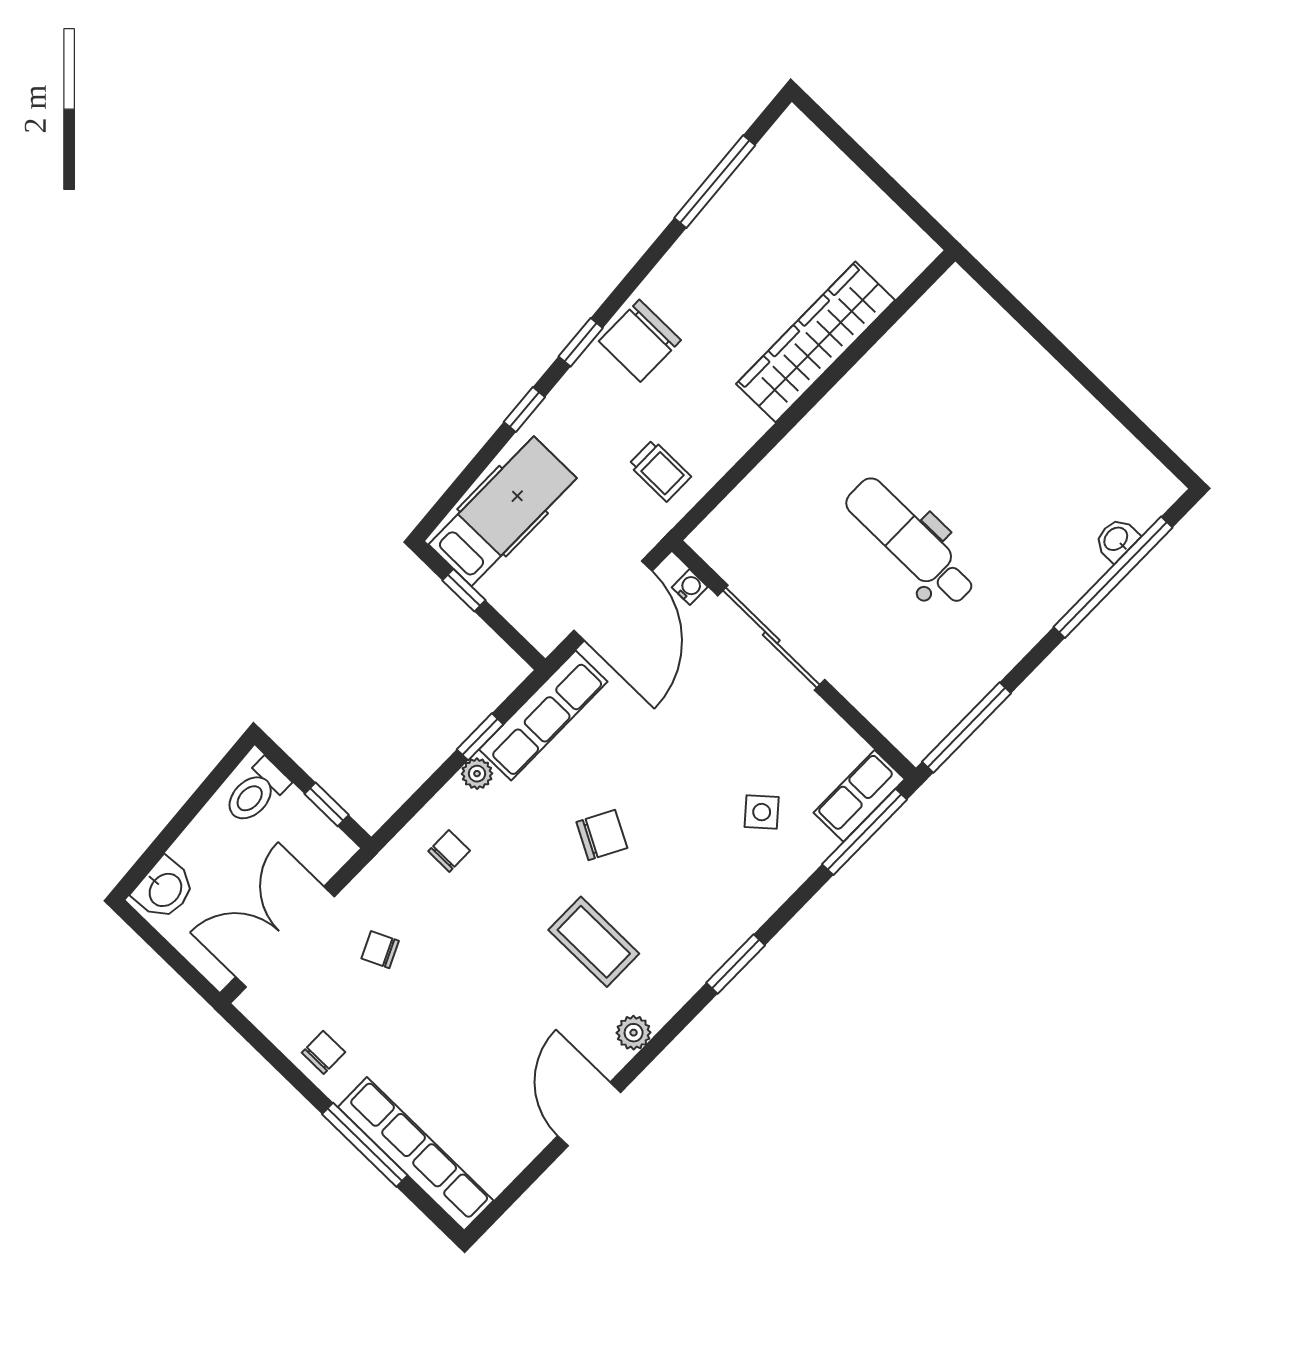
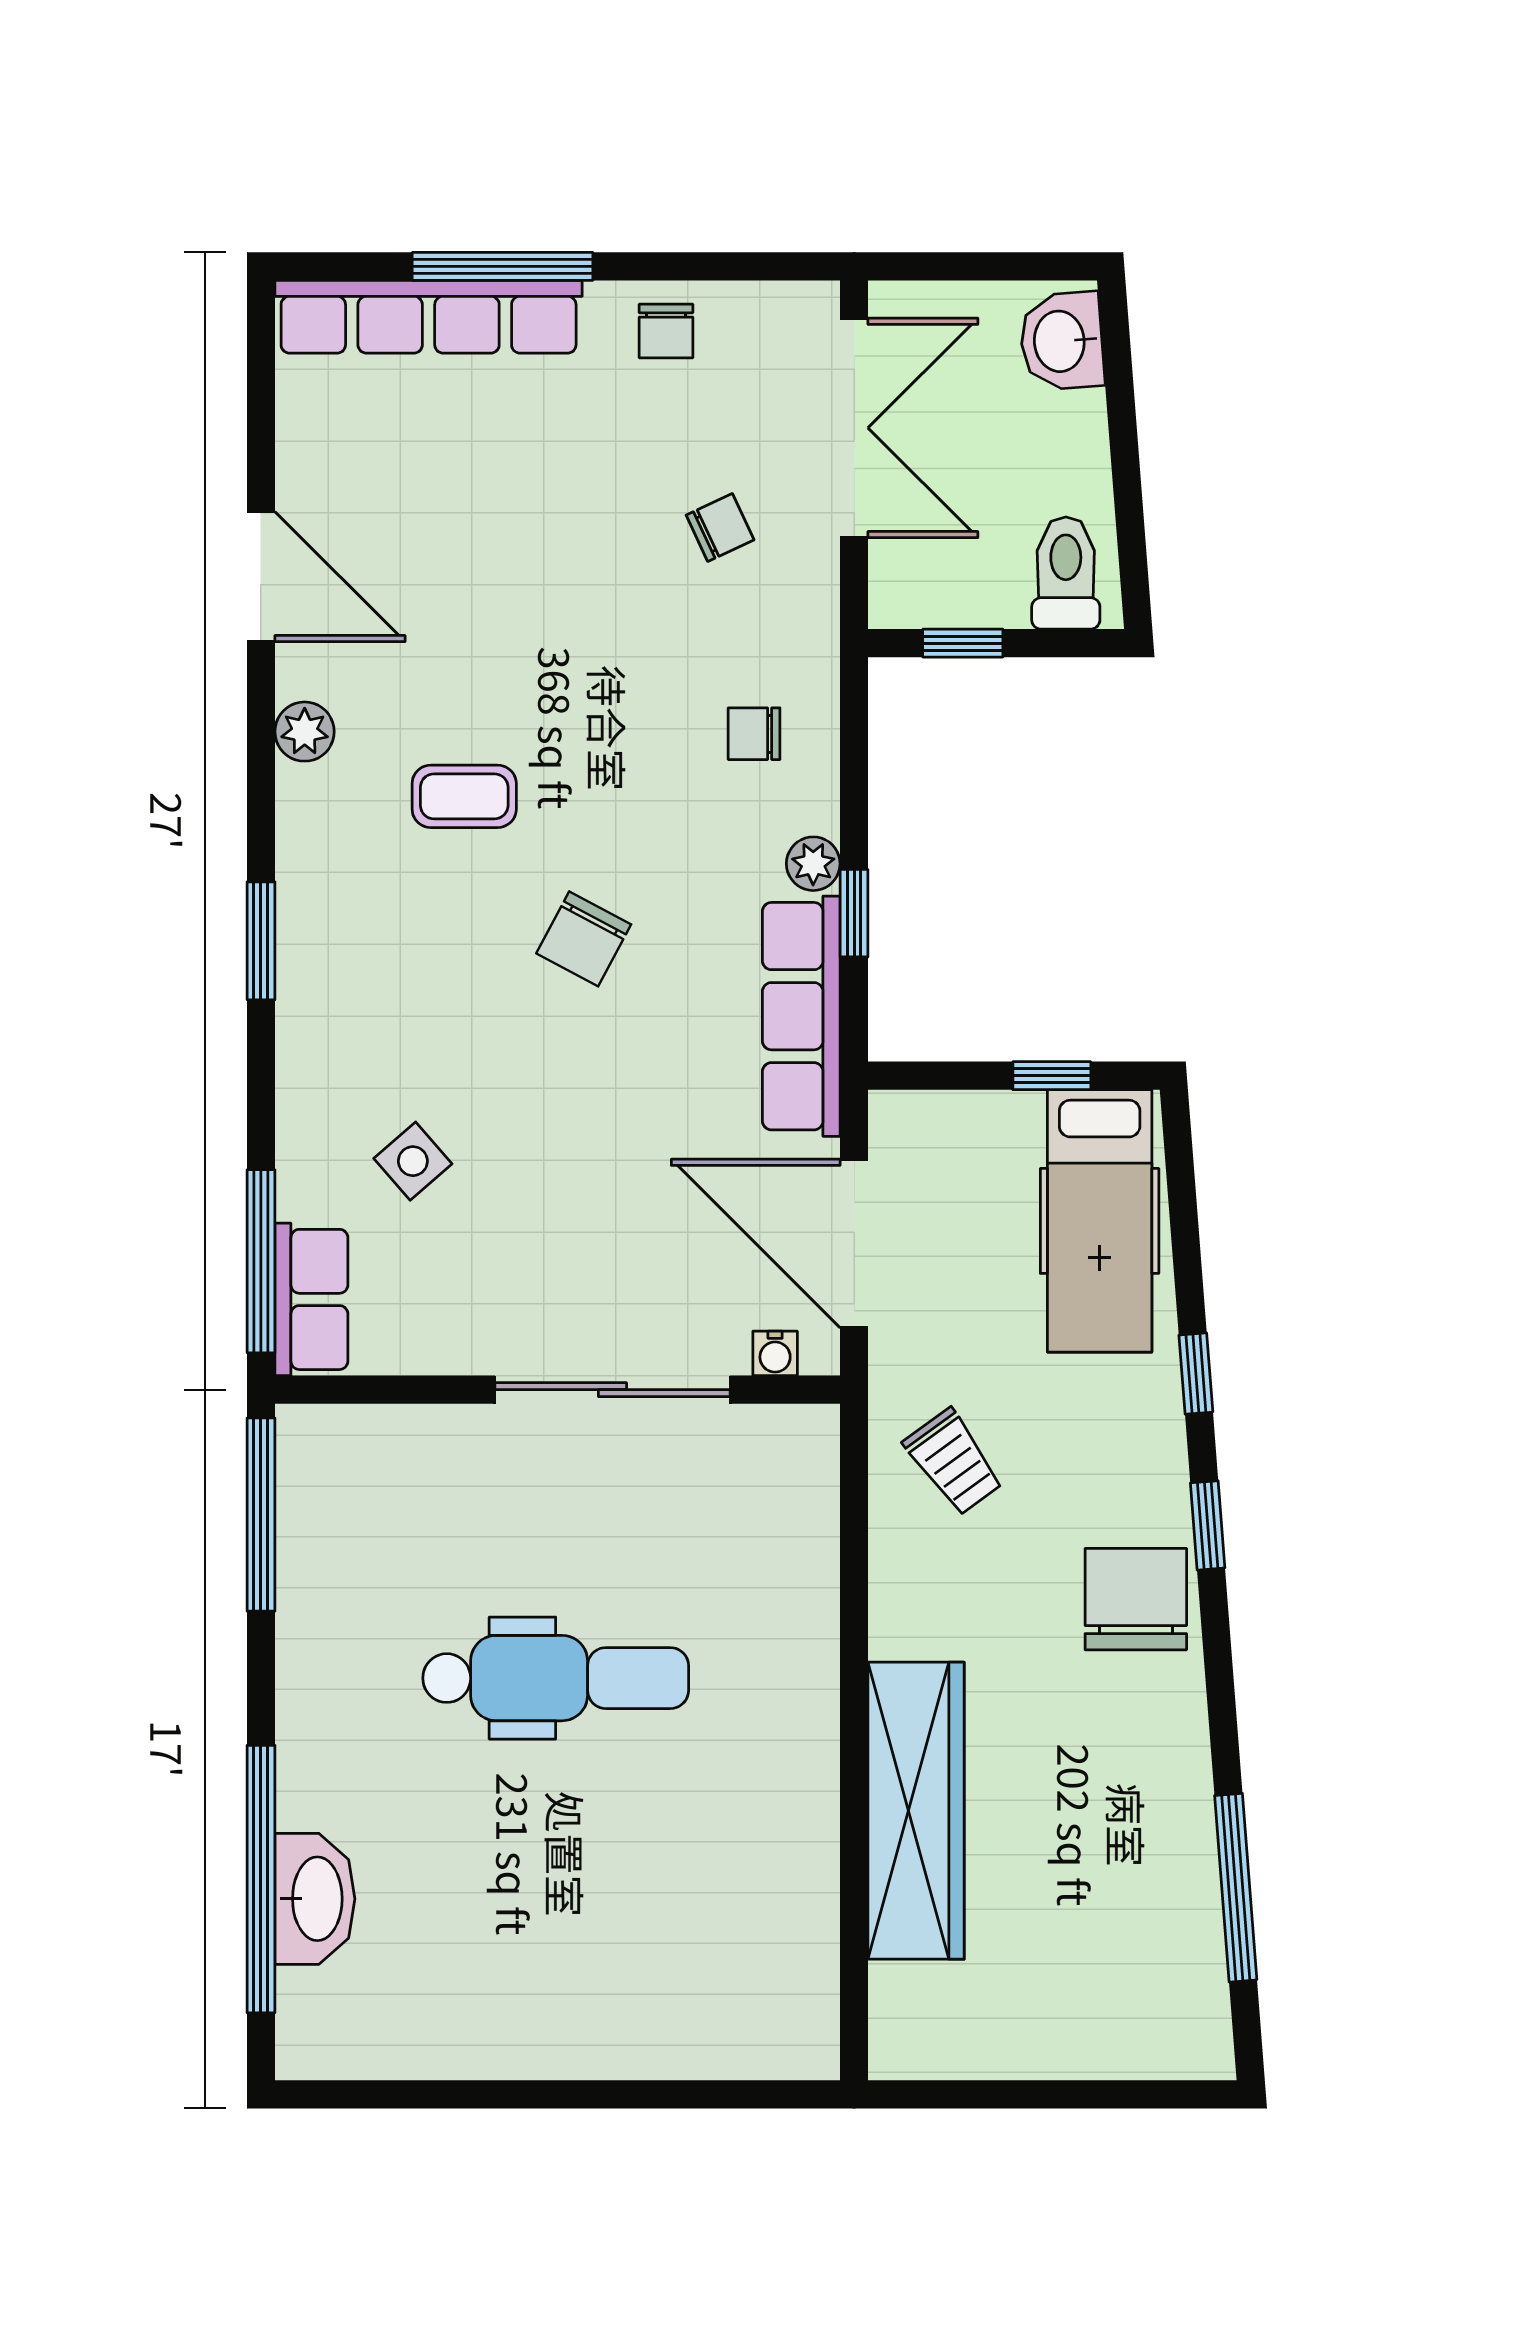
trolley: (660, 471) -> (954, 1462), turned -126
washbasin: (1116, 539) -> (315, 1899), width x1.91, depth x1.45
chair: (449, 851) -> (754, 734), turned 90
coffee table: (594, 942) -> (464, 796), width x0.73, depth x0.77

